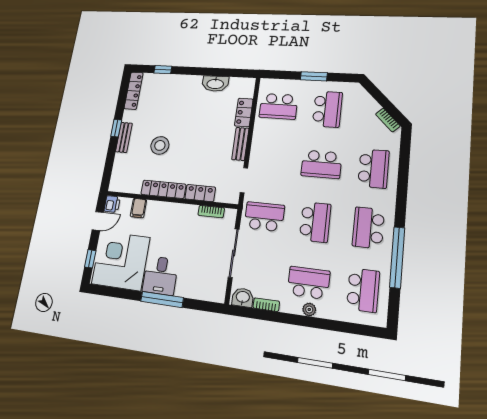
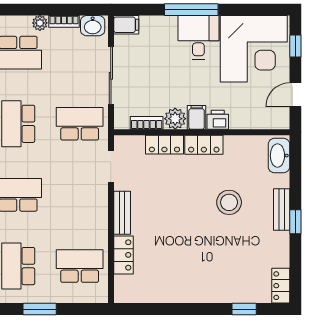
washbasin: (215, 84) -> (279, 156), moved, turned -90
locker: (134, 91) -> (281, 286), width x0.66
locker: (163, 189) -> (204, 145), width x0.66
printer: (112, 204) -> (218, 120), moved, turned 90
filing cabinet: (138, 208) -> (197, 117), moved
plant: (189, 213) -> (175, 119), added
school desk: (264, 217) -> (80, 124), turned 180
filing cabinet: (215, 294) -> (126, 25), added
plant: (309, 310) -> (40, 23), moved

